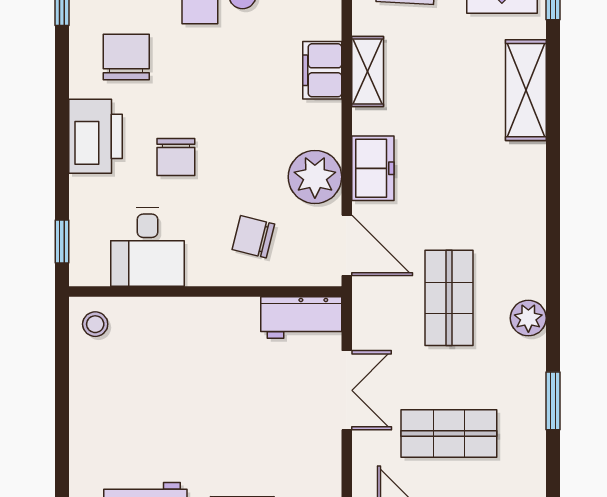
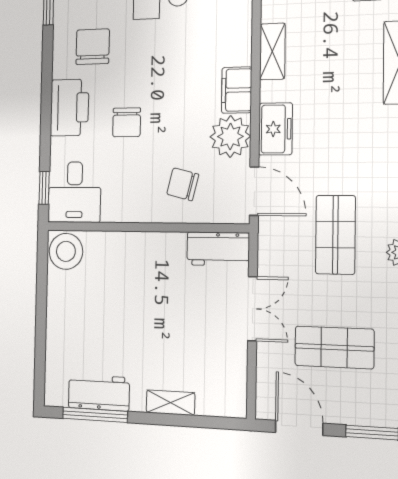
filing cabinet: (322, 70) -> (237, 90), moved
desk: (148, 247) -> (74, 192), moved
stool: (95, 324) -> (66, 251), width x1.89, depth x1.89

